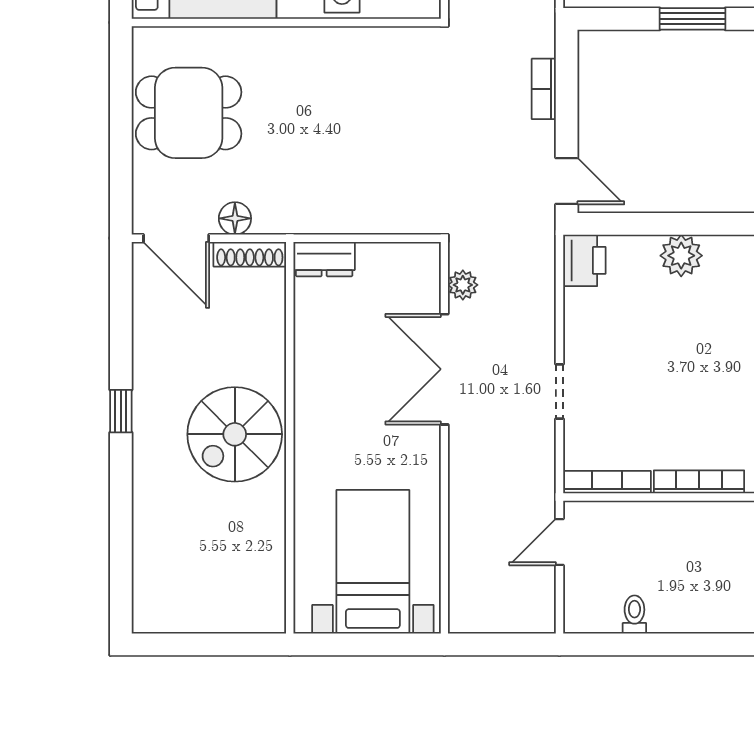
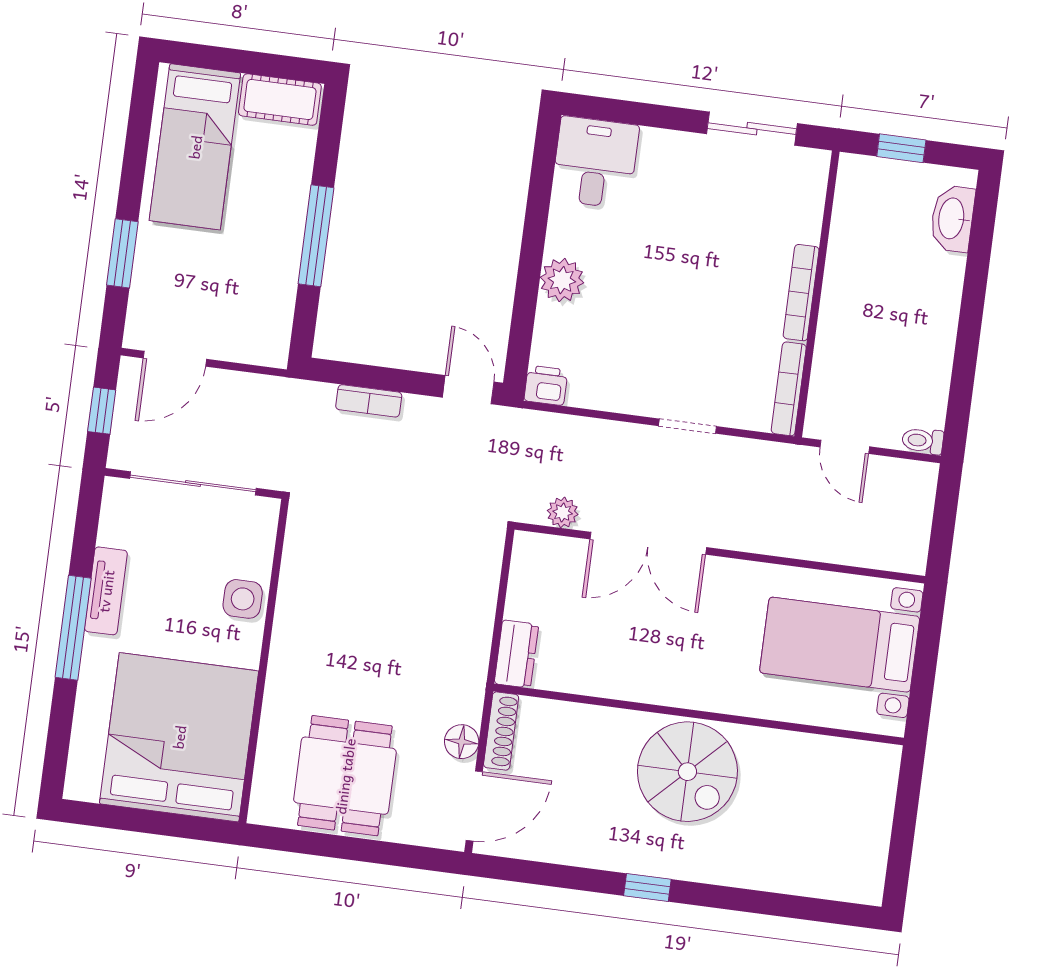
window: (692, 19) -> (316, 236), width x1.44
door: (567, 181) -> (468, 390), hinge flipped
printer: (584, 260) -> (546, 385), width x0.73, depth x0.81
toilet: (634, 615) -> (923, 441), moved

